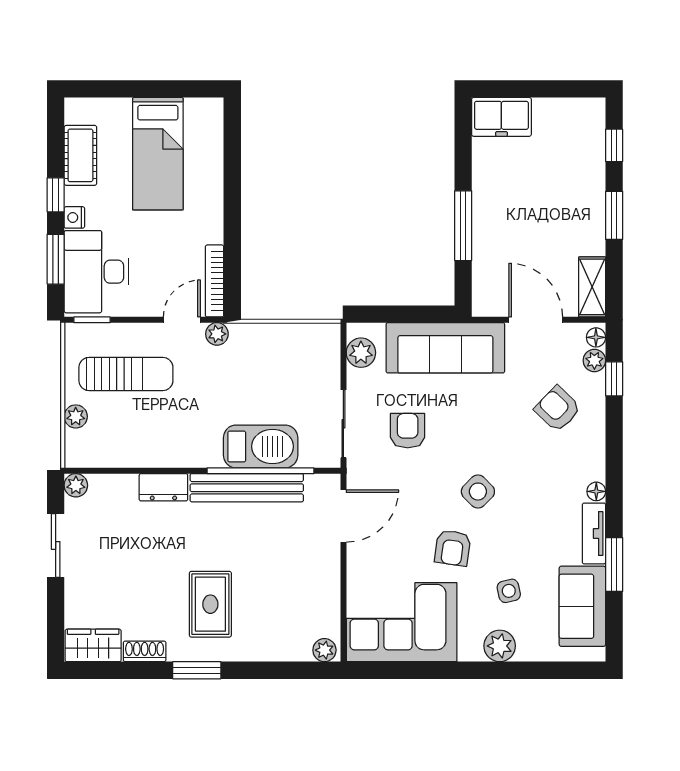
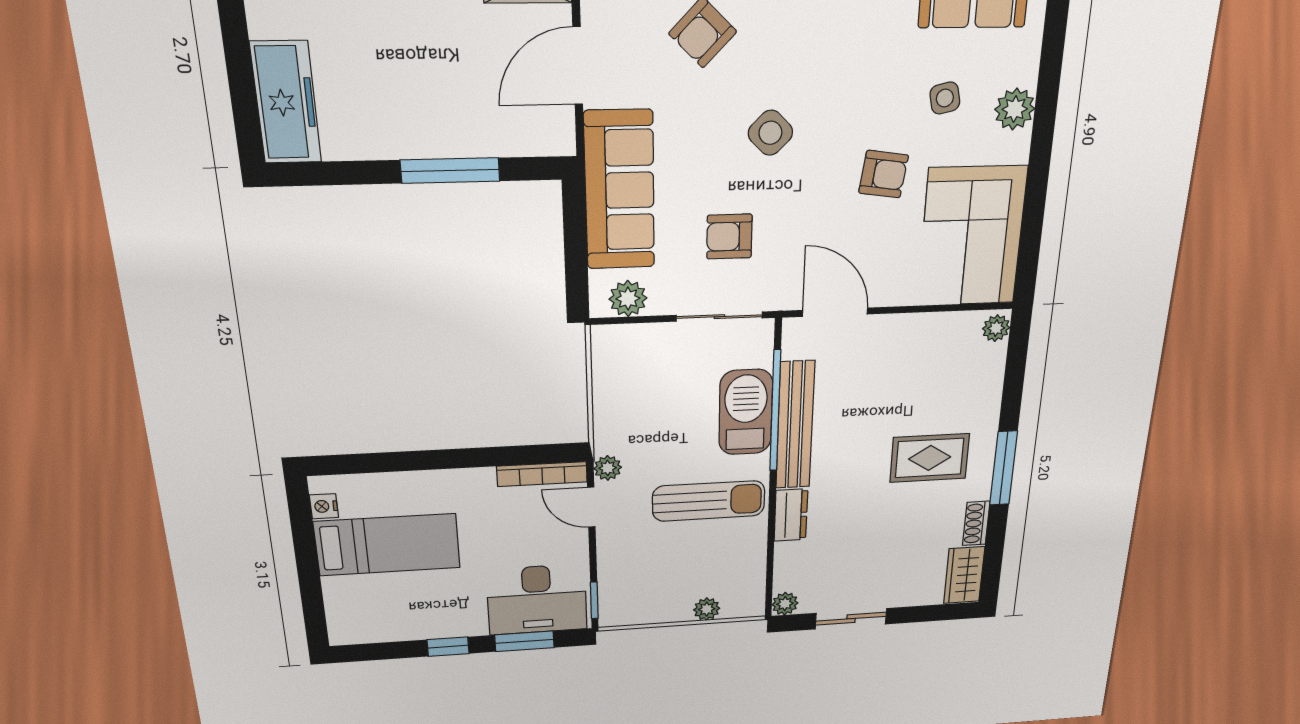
freezer: (501, 117) -> (286, 103), width x1.40
cot: (80, 155) -> (398, 625), removed
nightstand: (74, 217) -> (324, 506), moved, turned 90
sun lounger: (126, 374) -> (709, 501), moved, turned 90
side table: (478, 492) -> (770, 133), moved
window: (197, 670) -> (1004, 468), width x1.44

